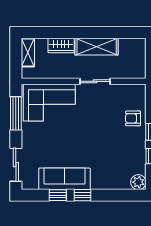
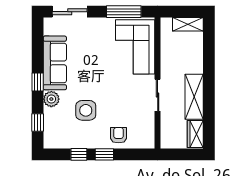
wardrobe: (61, 45) -> (195, 134), moved
side table: (110, 149) -> (86, 110), added
plant: (138, 182) -> (51, 99), moved
window: (58, 195) -> (38, 122), moved

